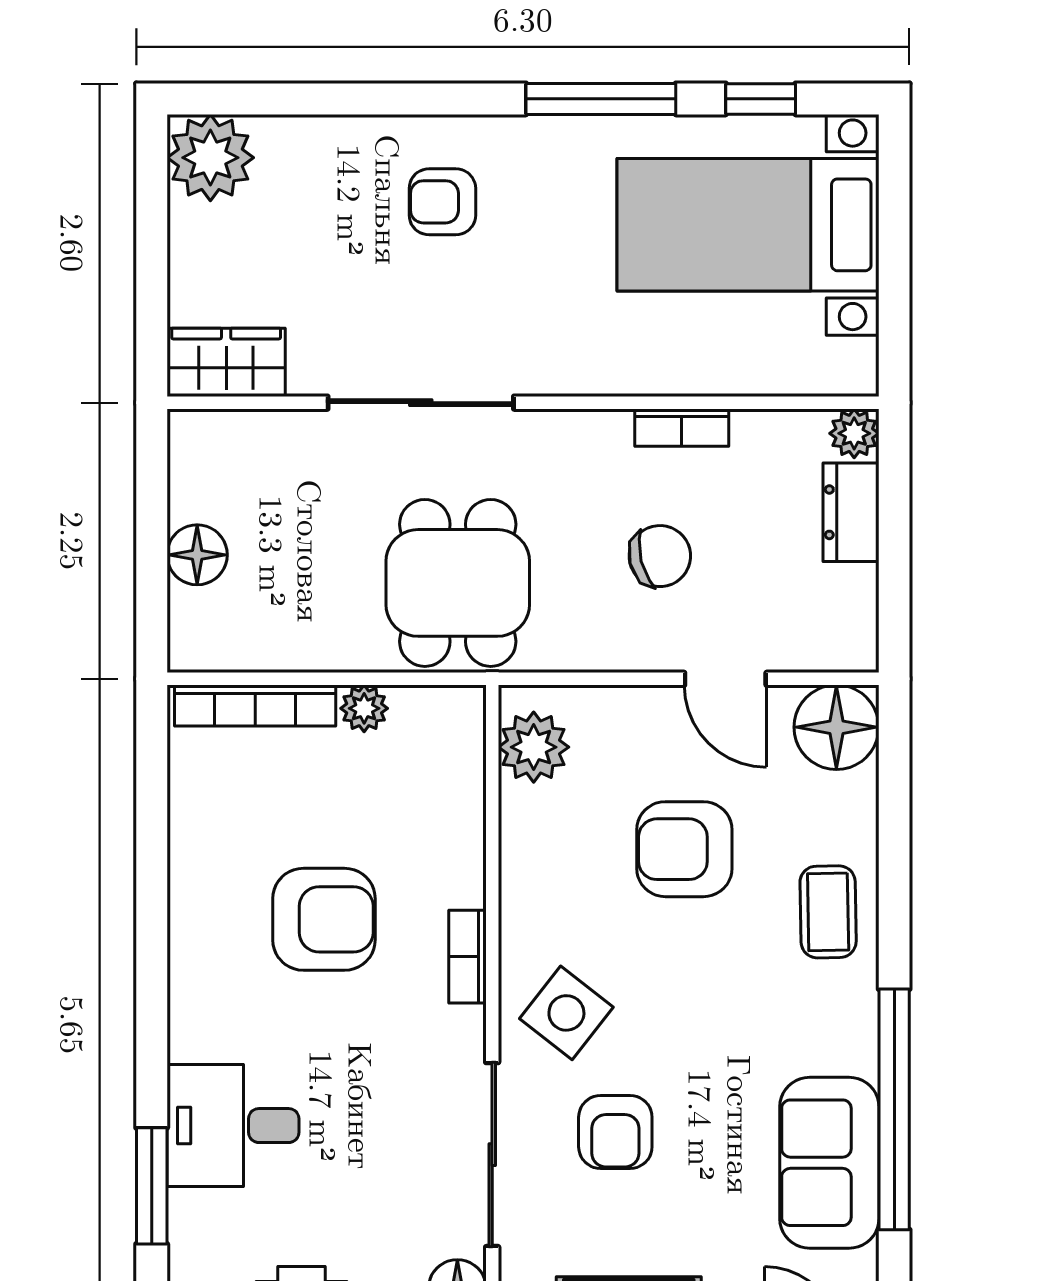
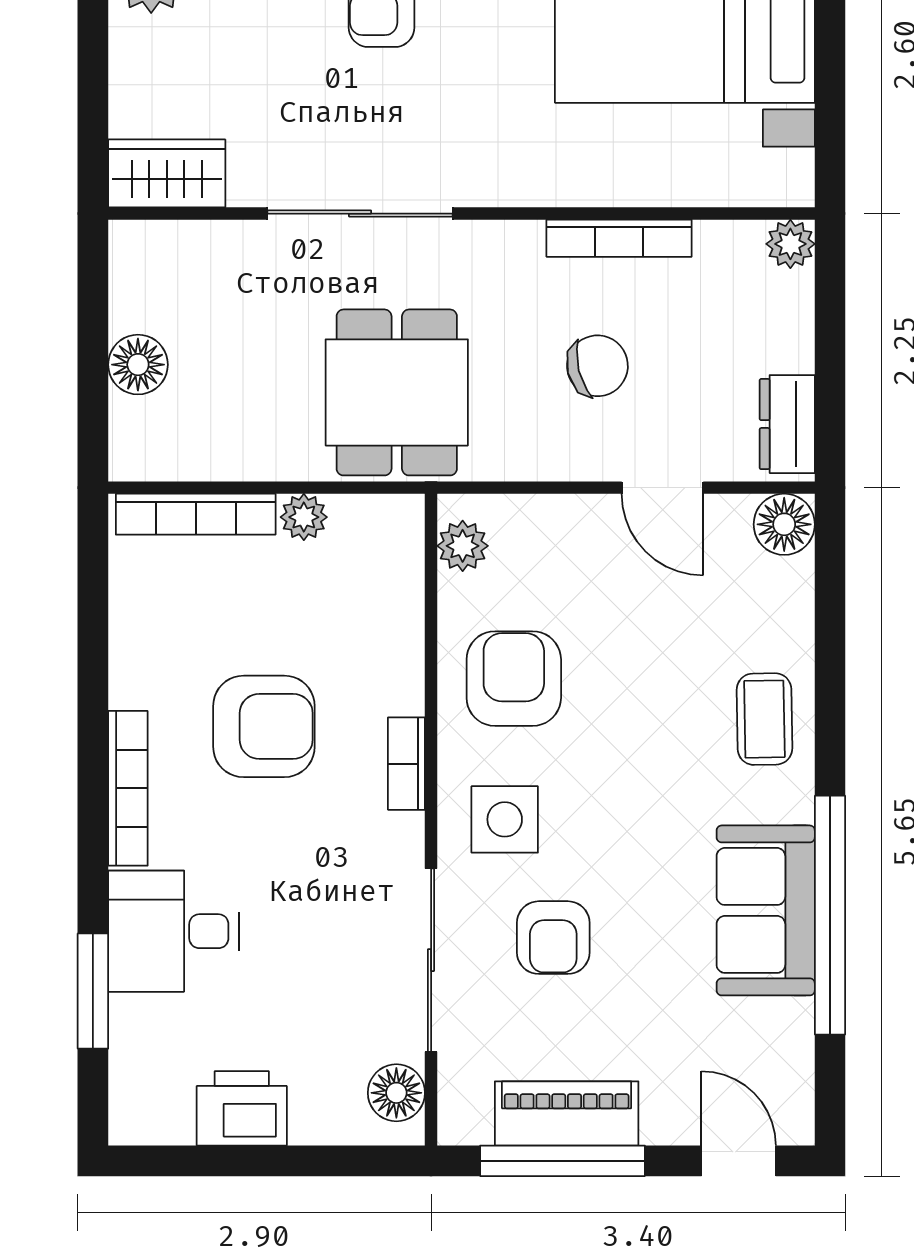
bookcase: (682, 428) -> (619, 238), width x1.56
dresser: (851, 512) -> (787, 424), moved
floor lamp: (836, 727) -> (784, 524), width x0.73, depth x0.73
plant: (534, 747) -> (463, 546), width x0.73, depth x0.73
armchair: (684, 849) -> (514, 679), moved, turned 90
bookcase: (187, 982) -> (128, 788), added
side table: (566, 1013) -> (505, 819), turned -38
sofa: (829, 1163) -> (766, 910), moved

